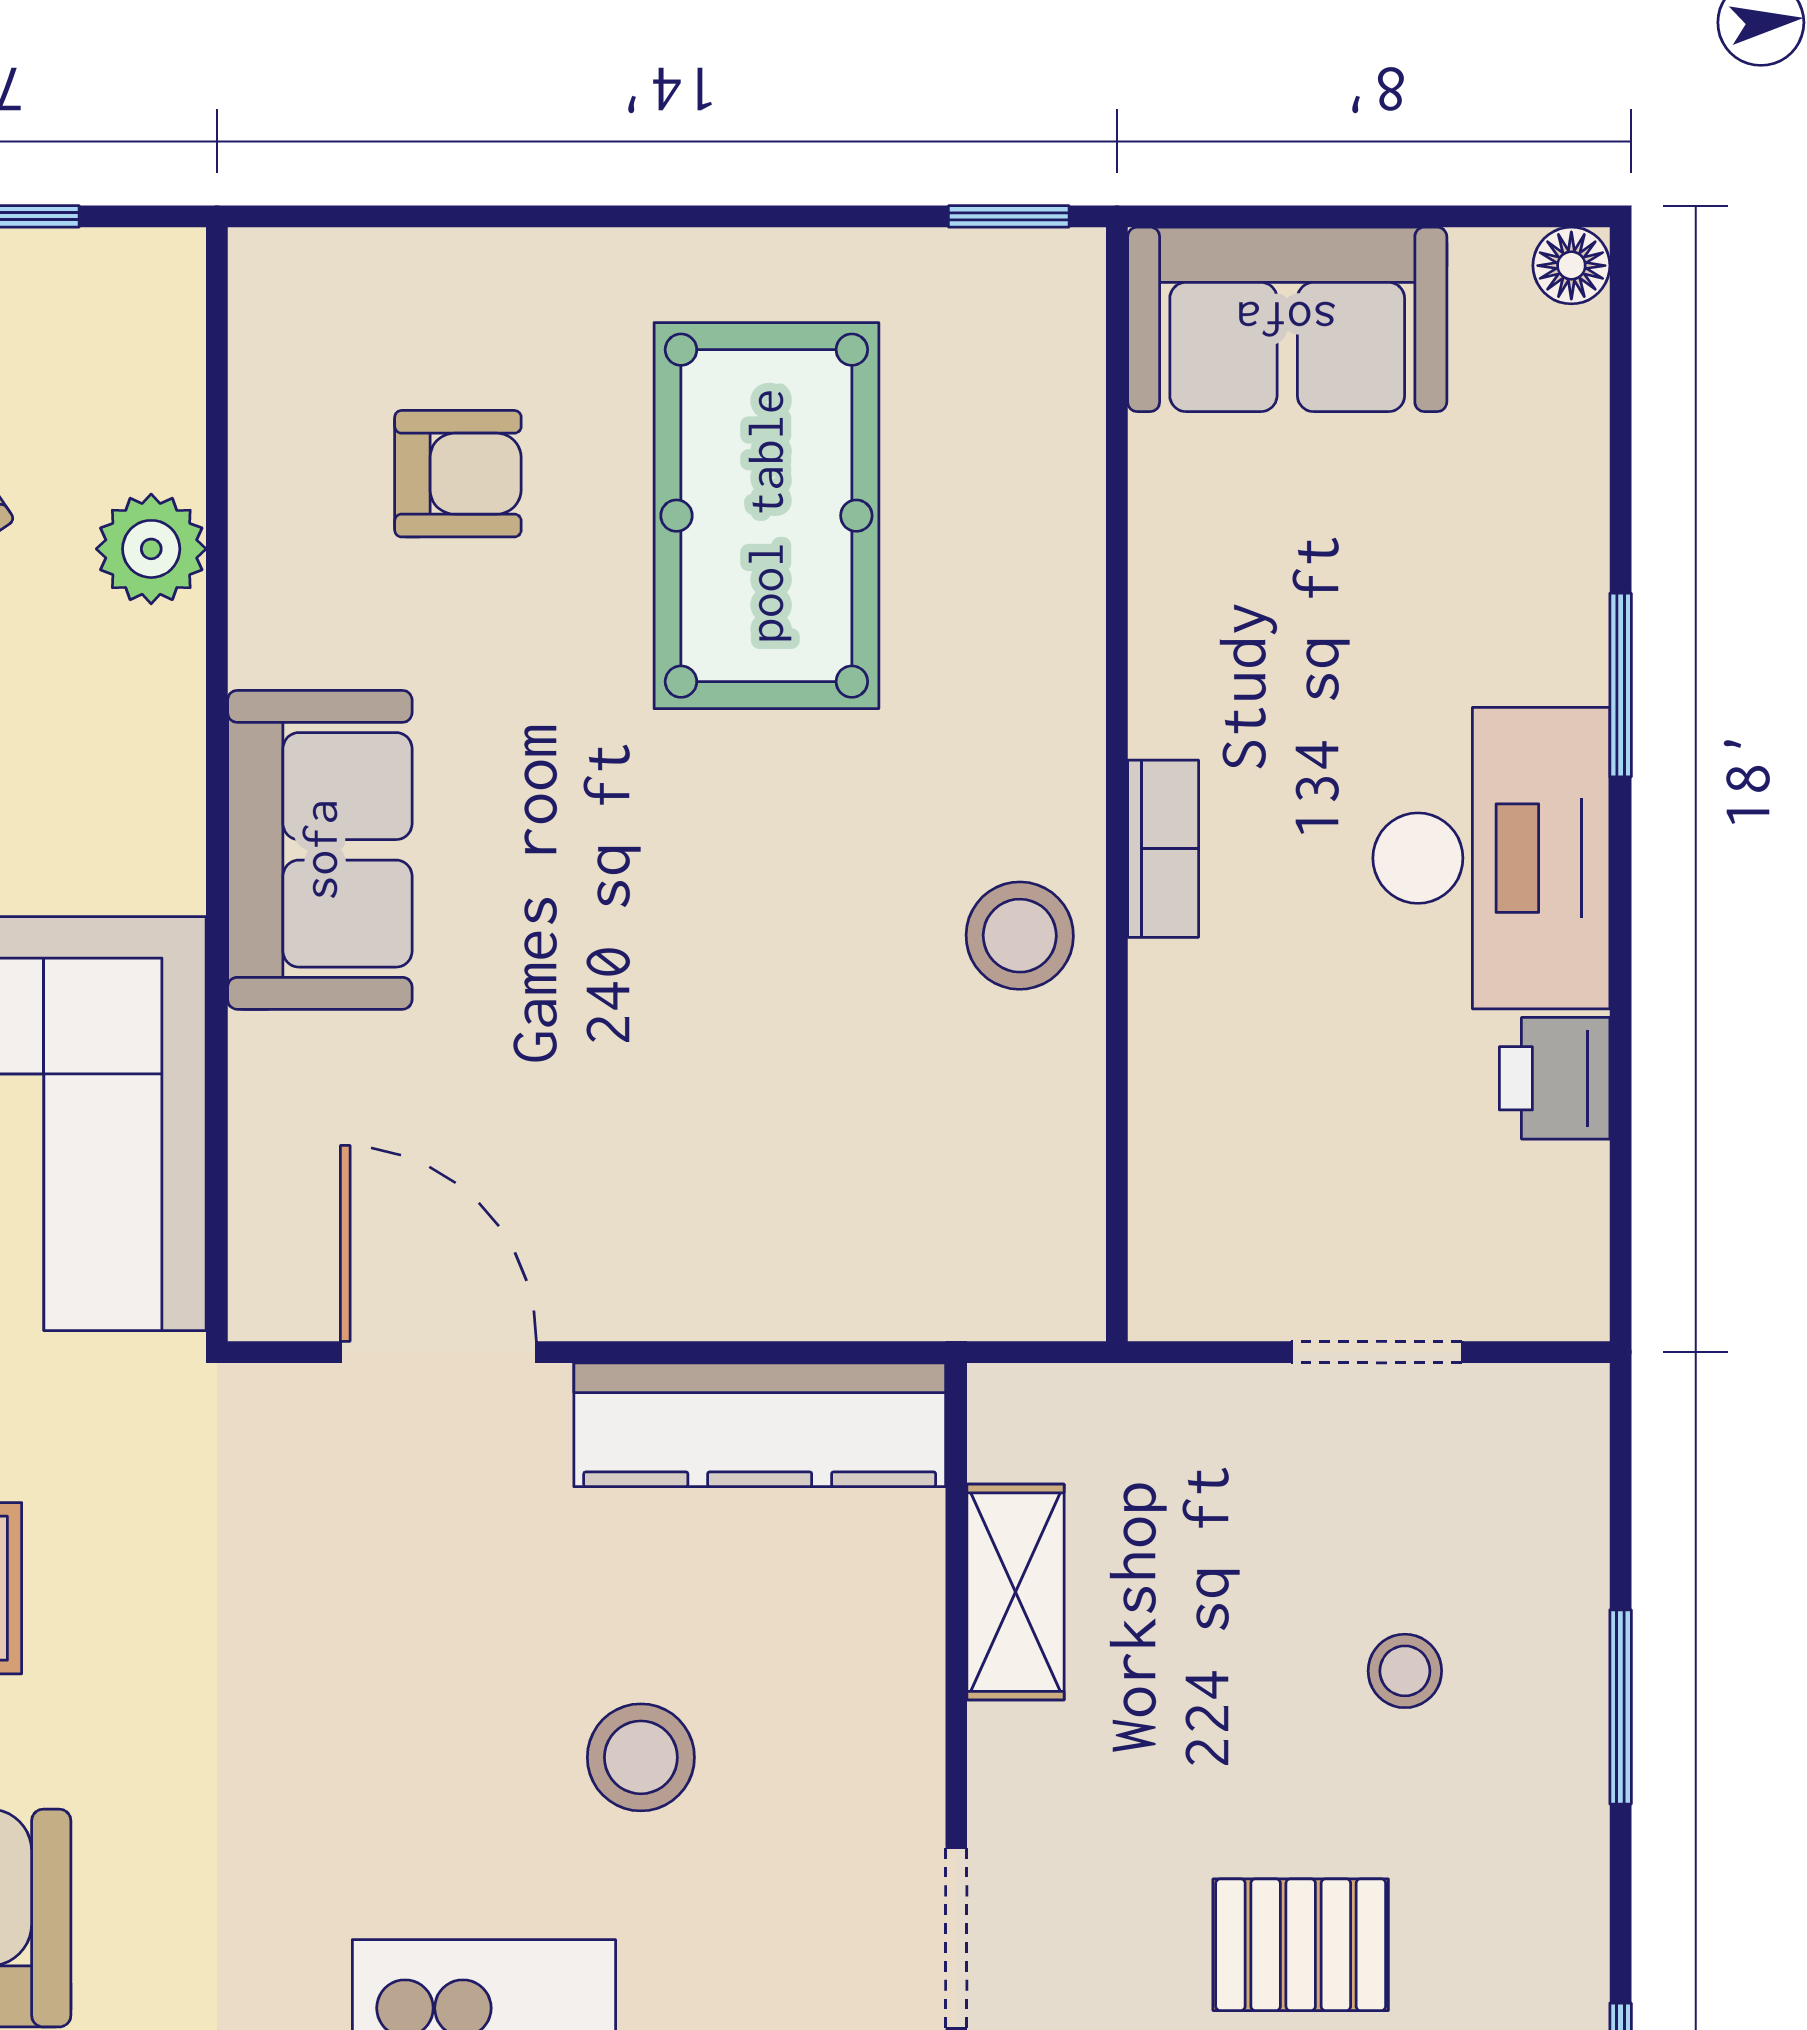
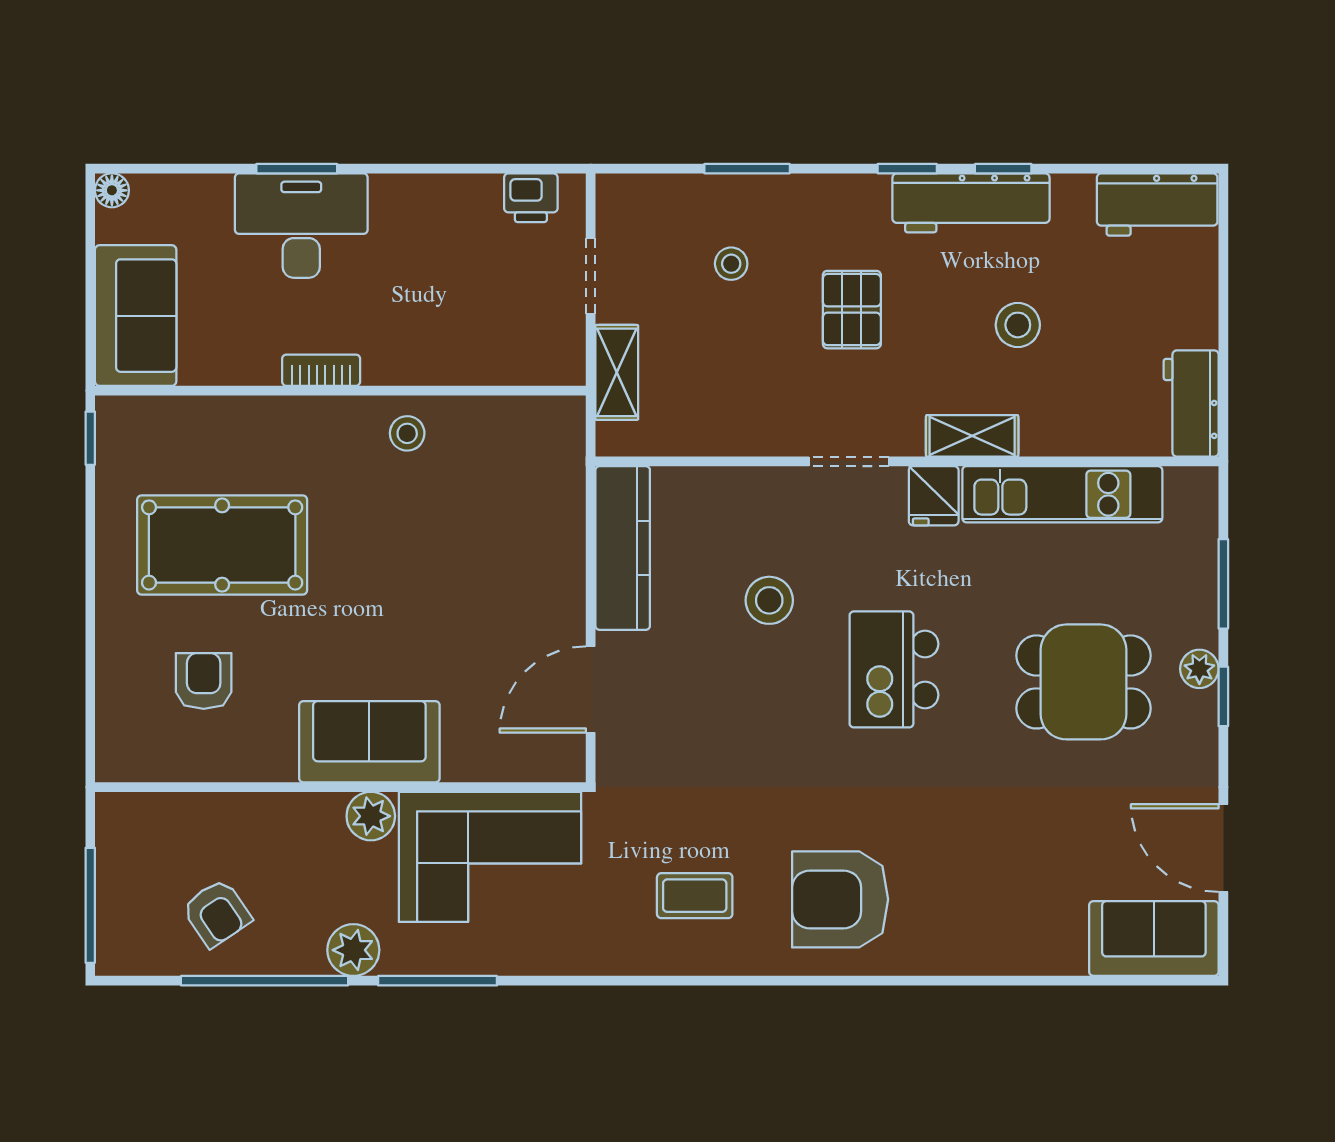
plant: (151, 549) -> (371, 816), moved
bookcase: (1163, 849) -> (321, 370), moved
desk: (1491, 858) -> (301, 226), moved
stool: (1020, 936) -> (407, 433), width x0.73, depth x0.73
printer: (1555, 1078) -> (531, 198), moved
shelving: (1015, 1592) -> (617, 372), moved, turned 90

